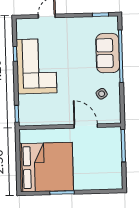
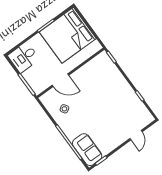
sofa: (108, 53) -> (87, 150), moved
corner sofa: (37, 66) -> (120, 97), removed
desk: (107, 176) -> (24, 57), added

